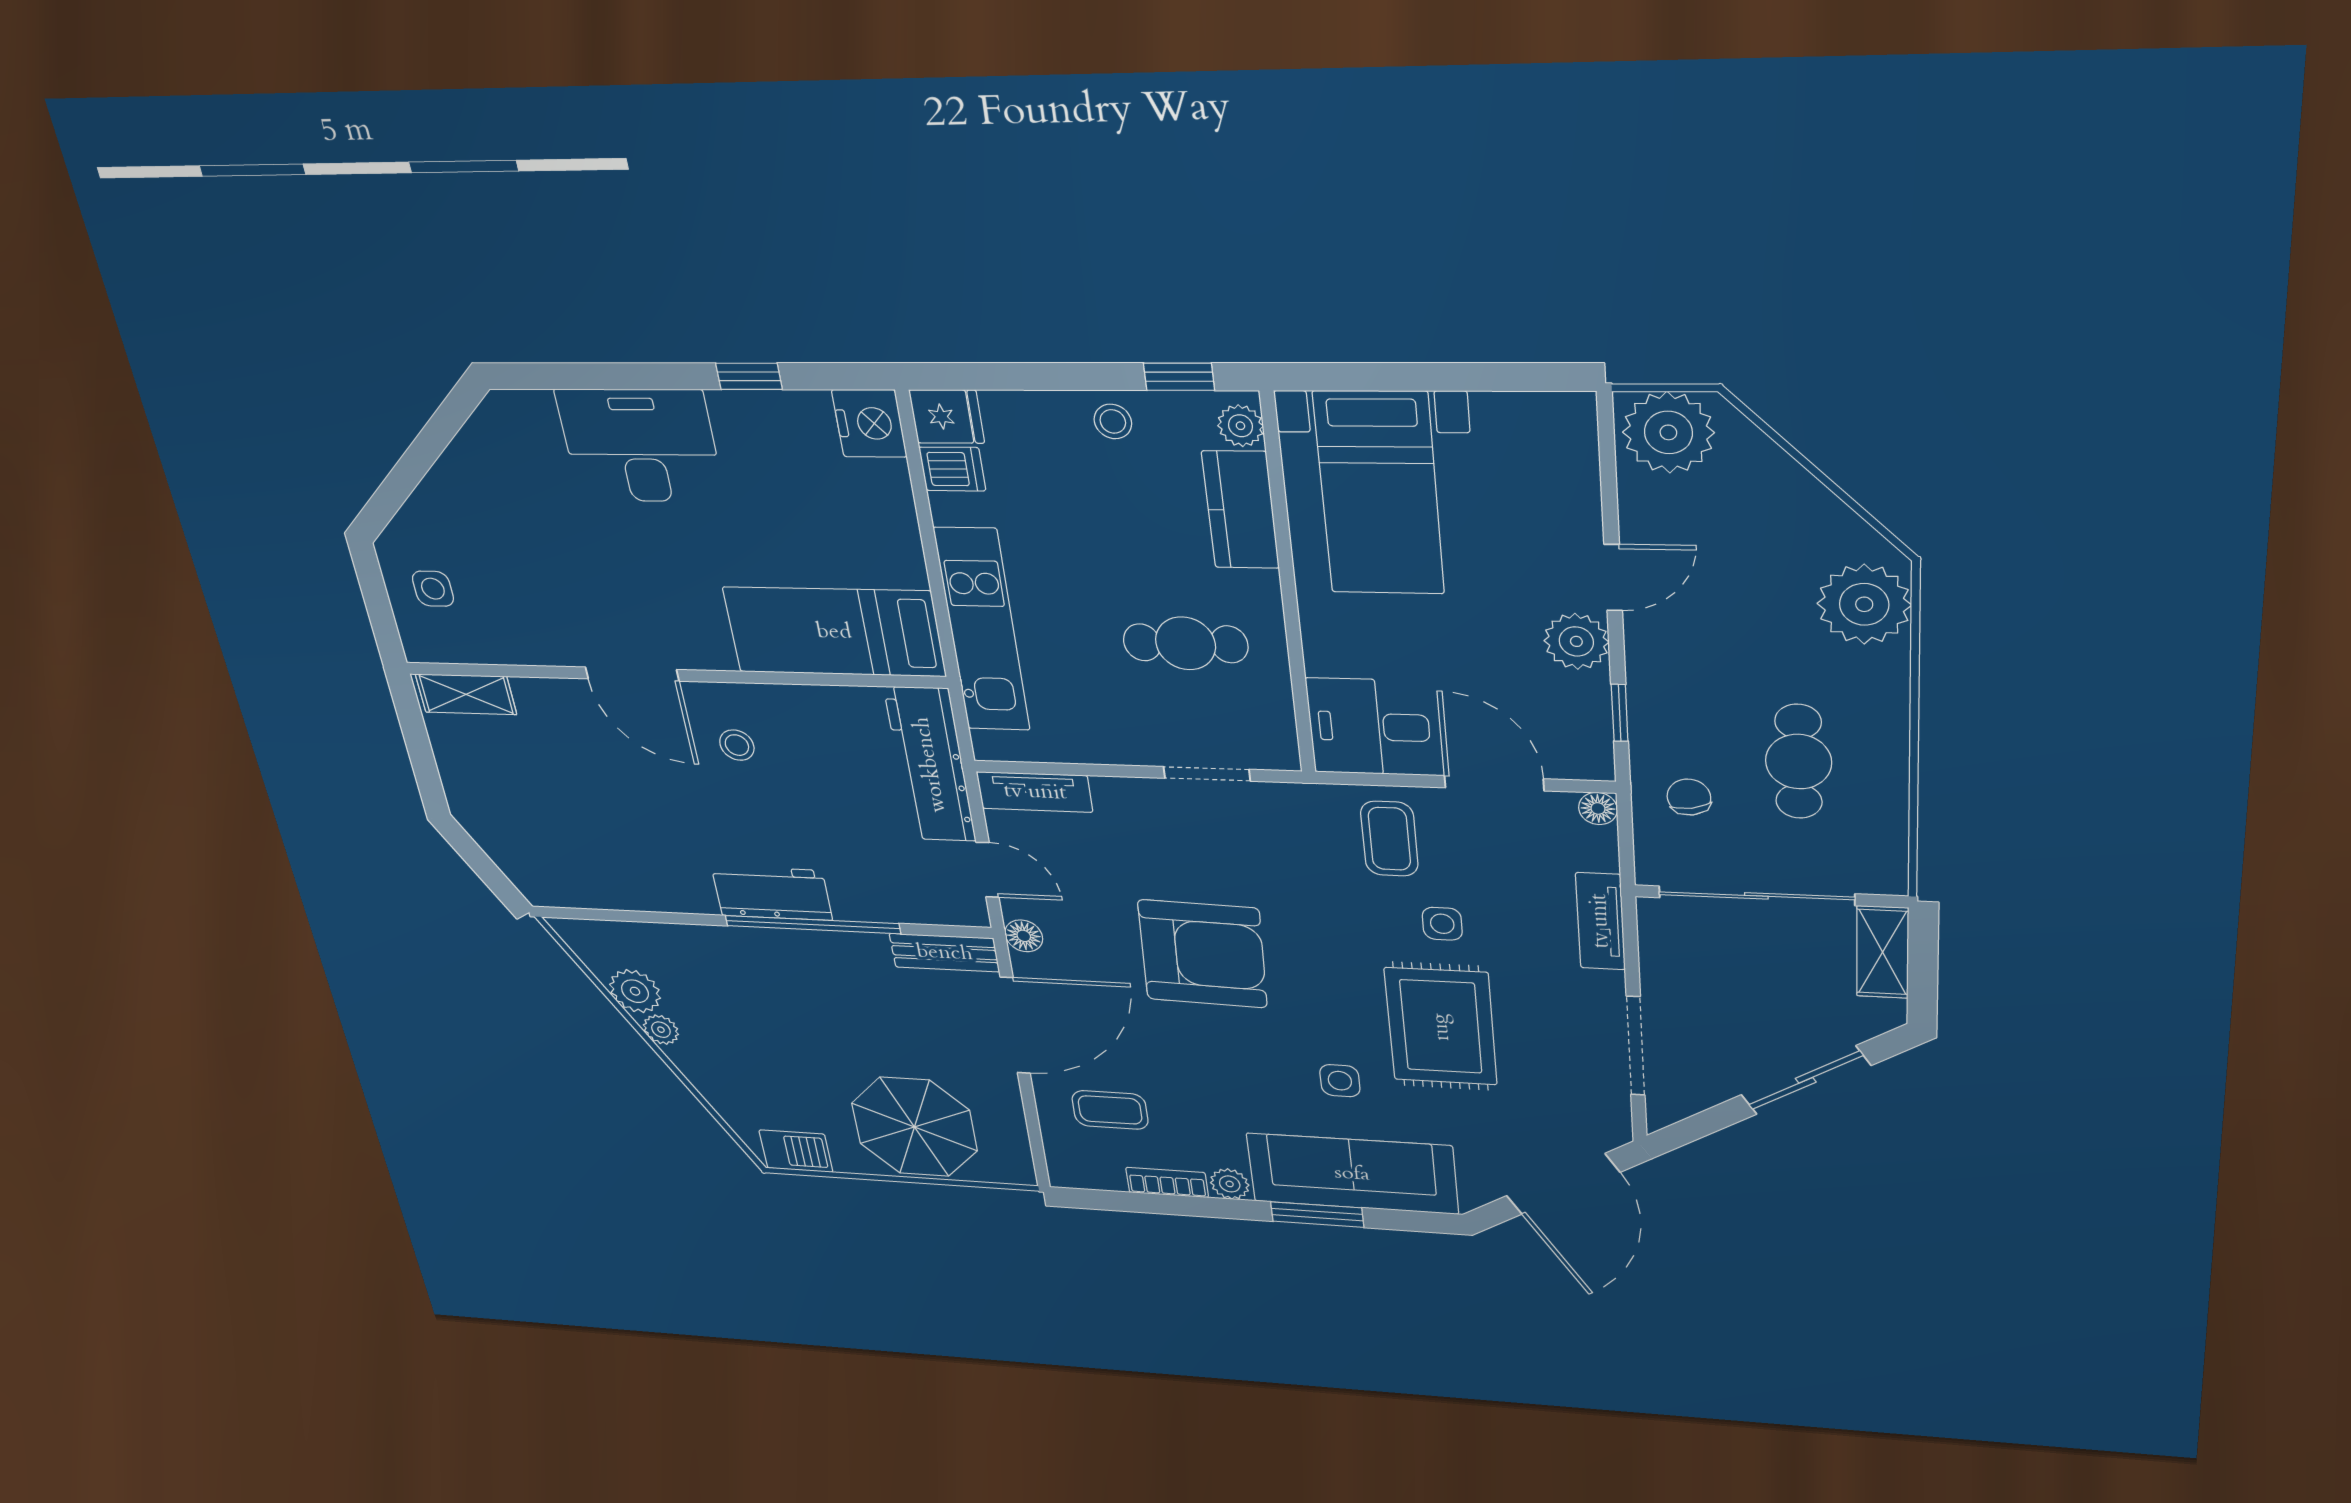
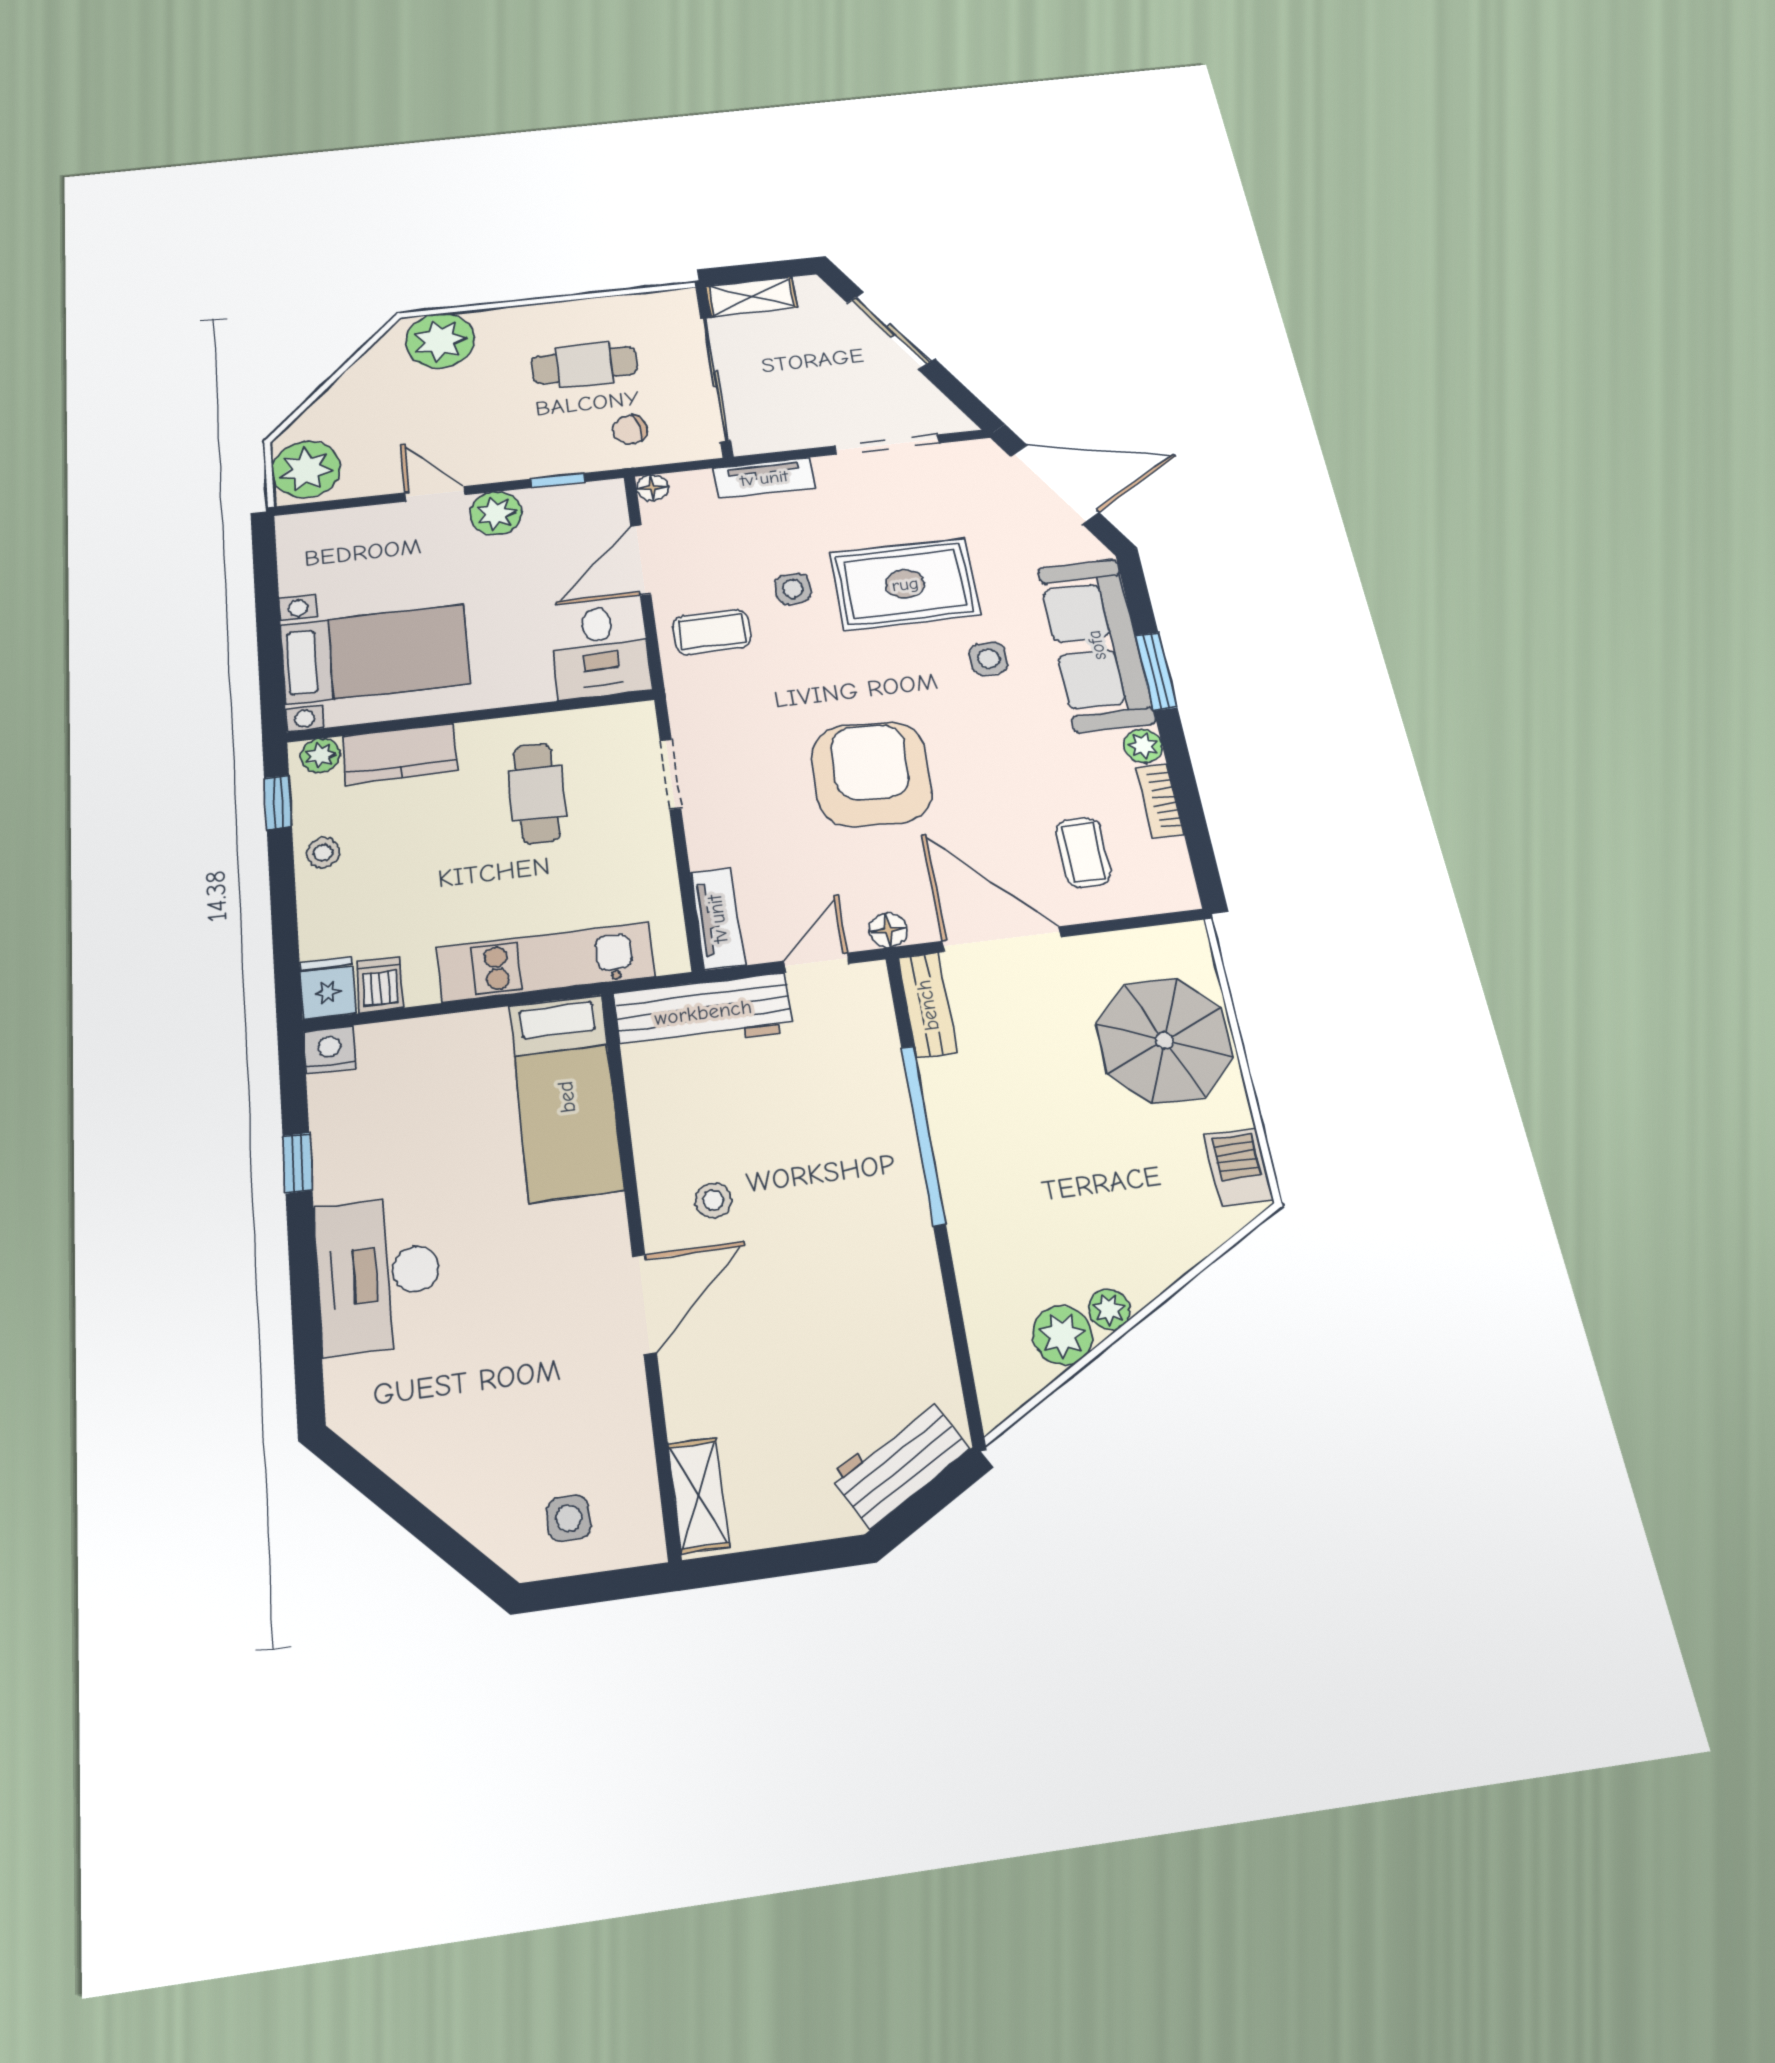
nightstand: (869, 423) -> (330, 1050), width x0.74, depth x0.75
workbench: (772, 893) -> (900, 1462), moved, turned 60

